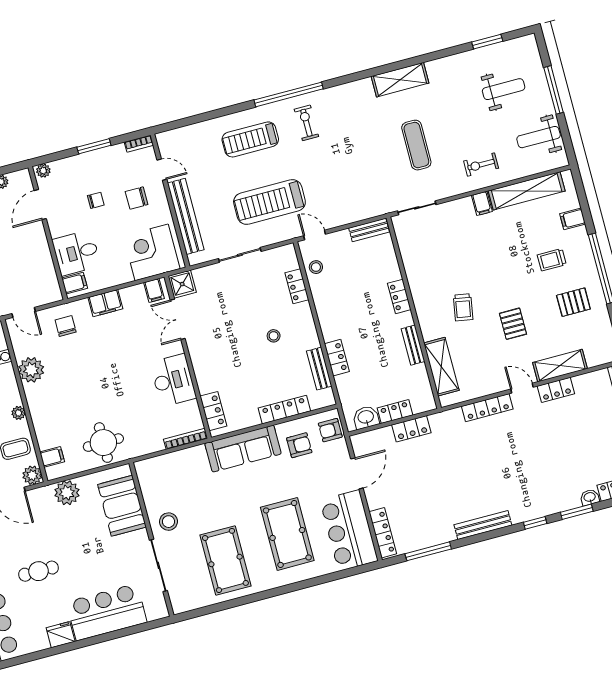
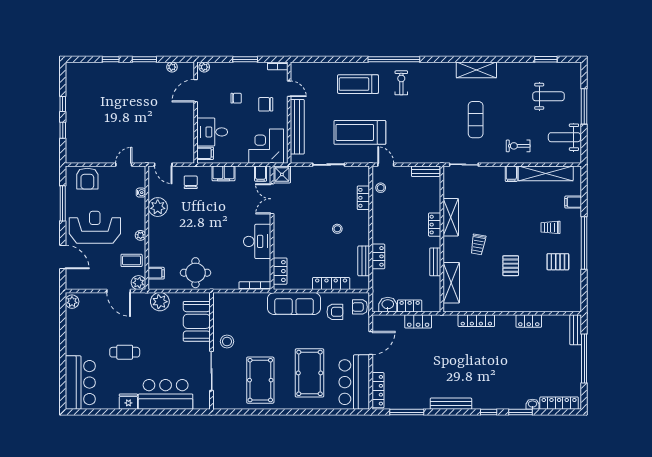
shelving: (560, 366) -> (451, 217), moved, turned 90
door: (522, 388) -> (505, 313), removed

